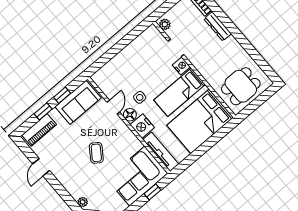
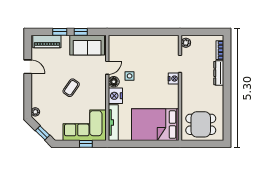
bed: (180, 92) -> (158, 95), removed
door: (41, 167) -> (28, 67), swing flipped

